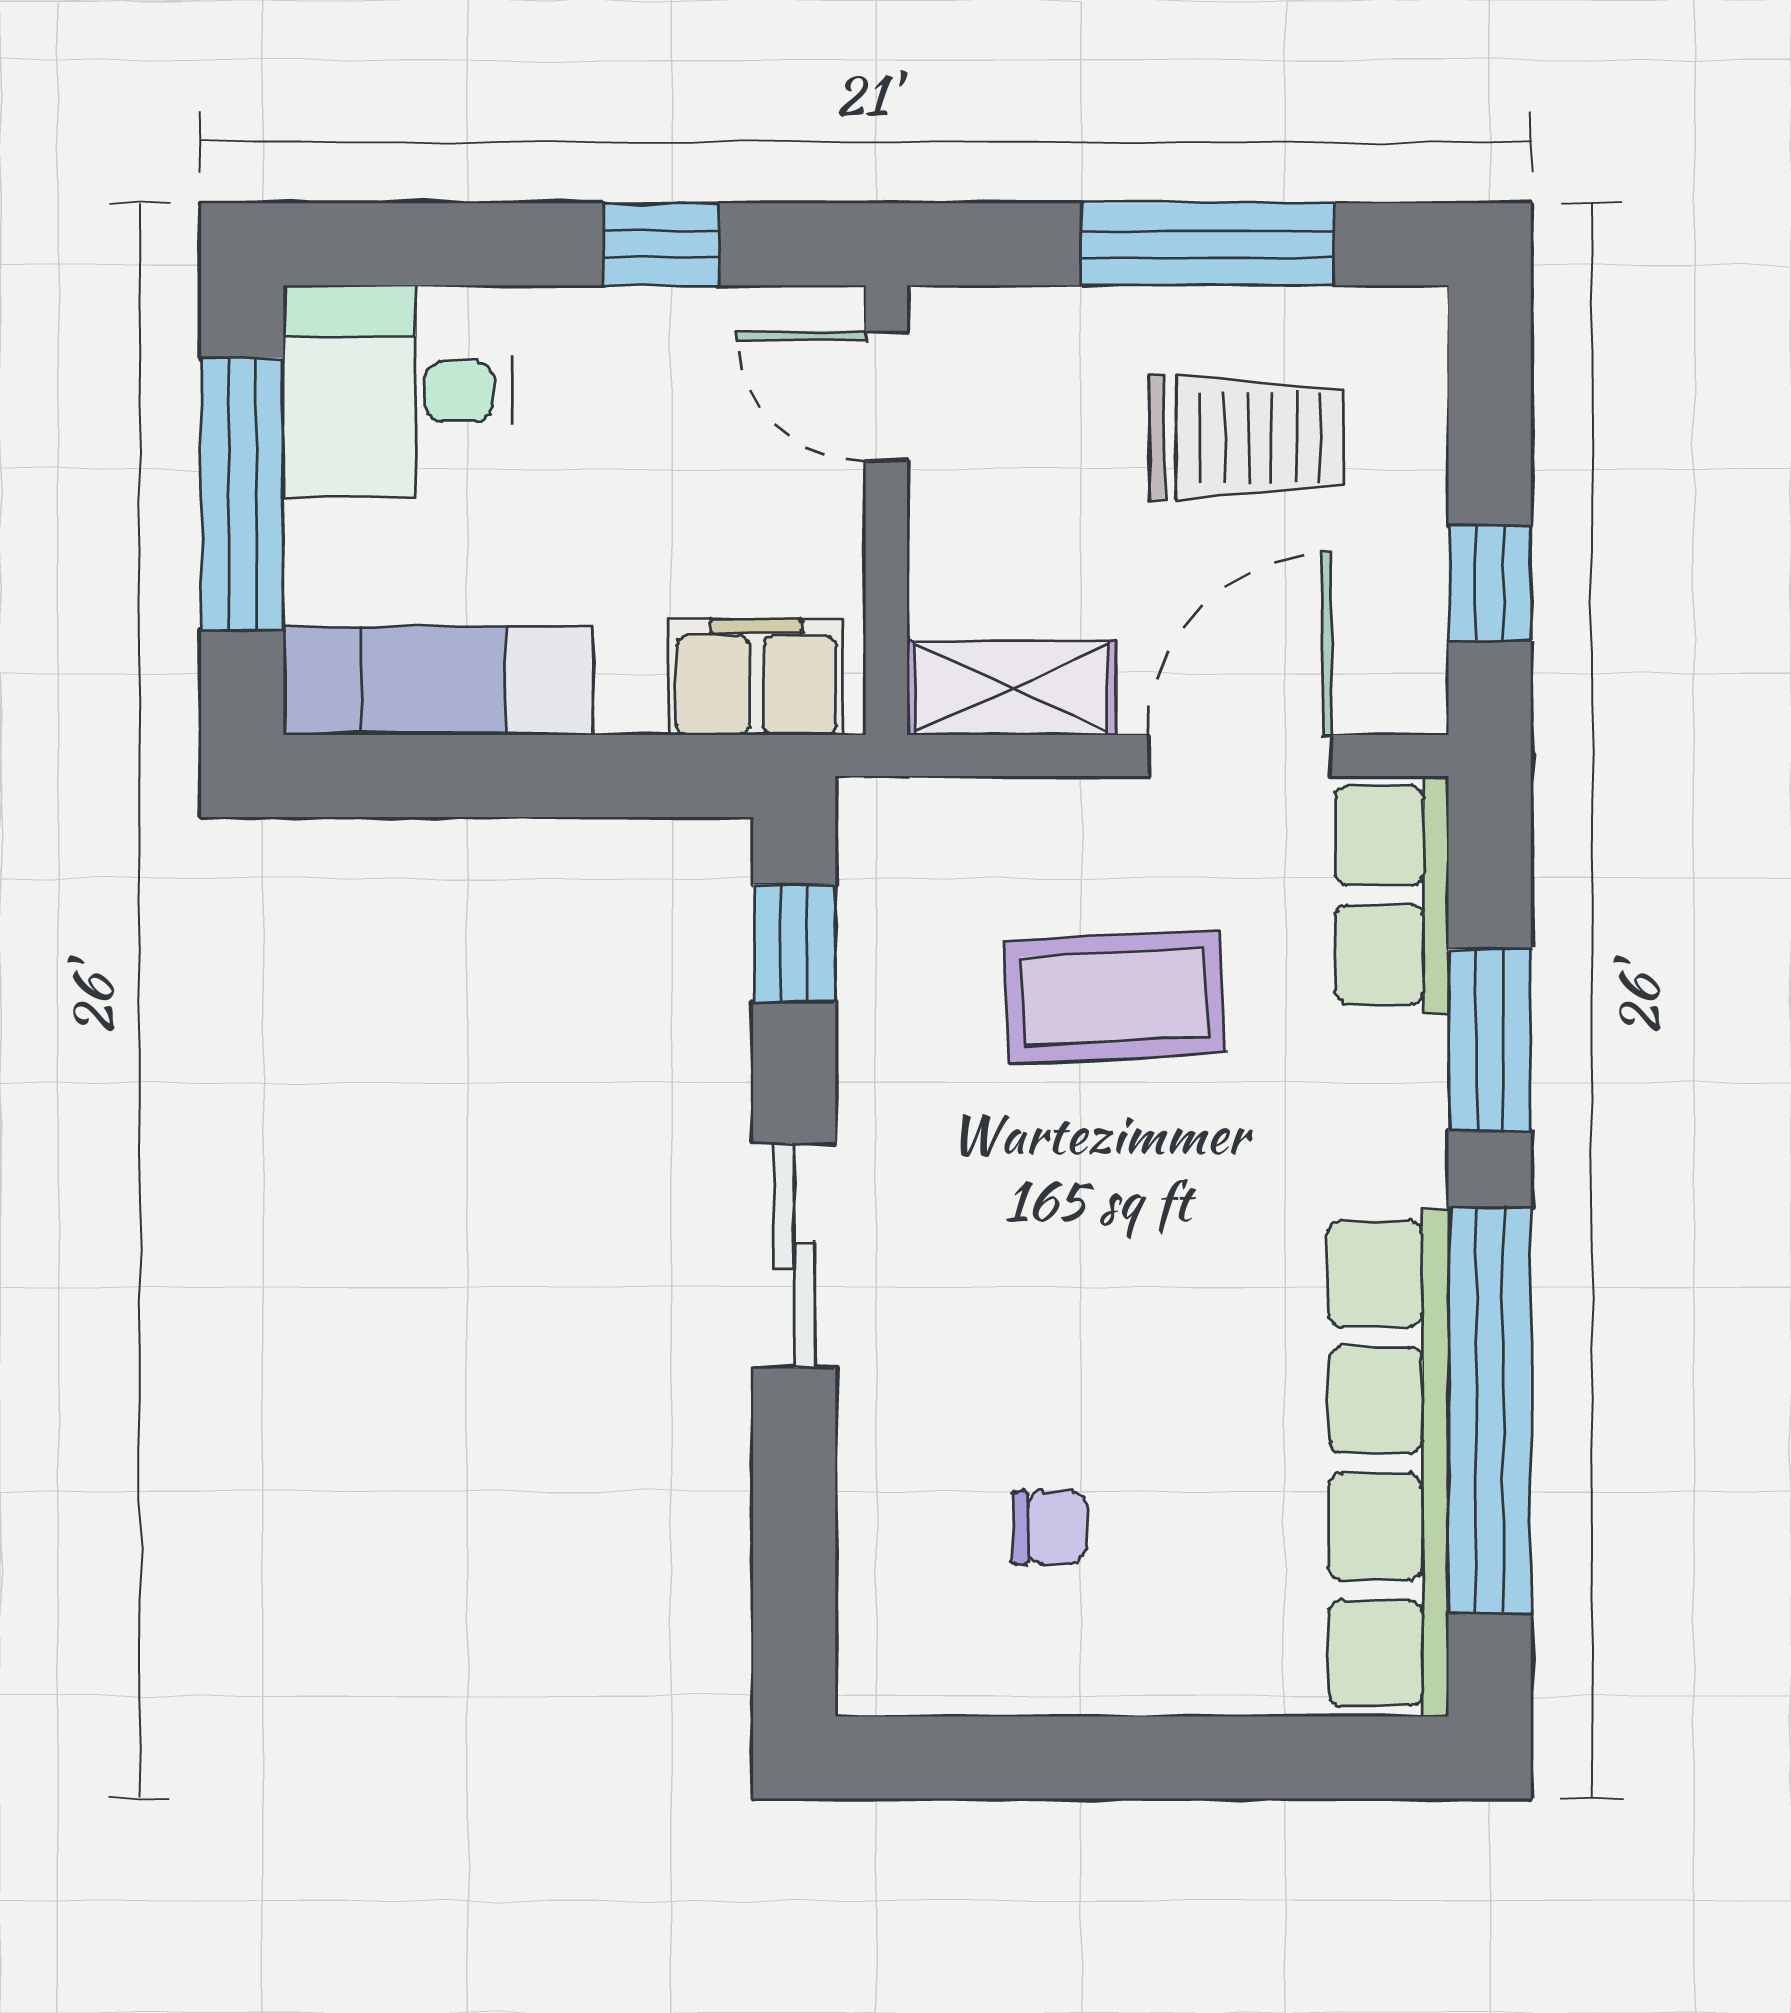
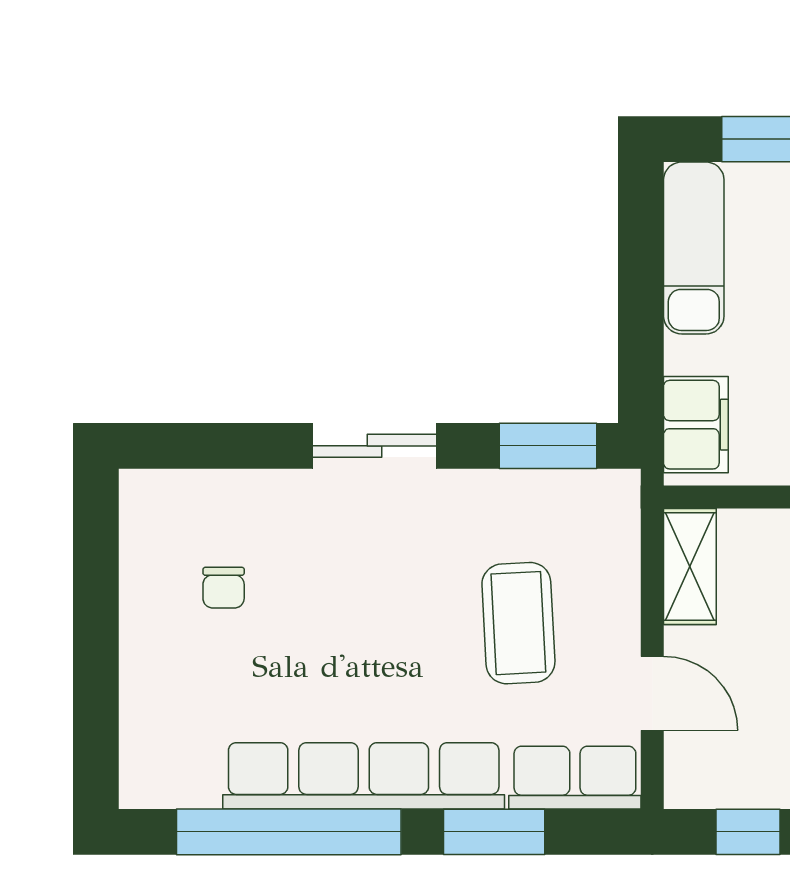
door: (1240, 755) -> (652, 693), width x0.73
window: (794, 943) -> (548, 446), width x1.50
row of seats: (1389, 1463) -> (364, 776), moved

